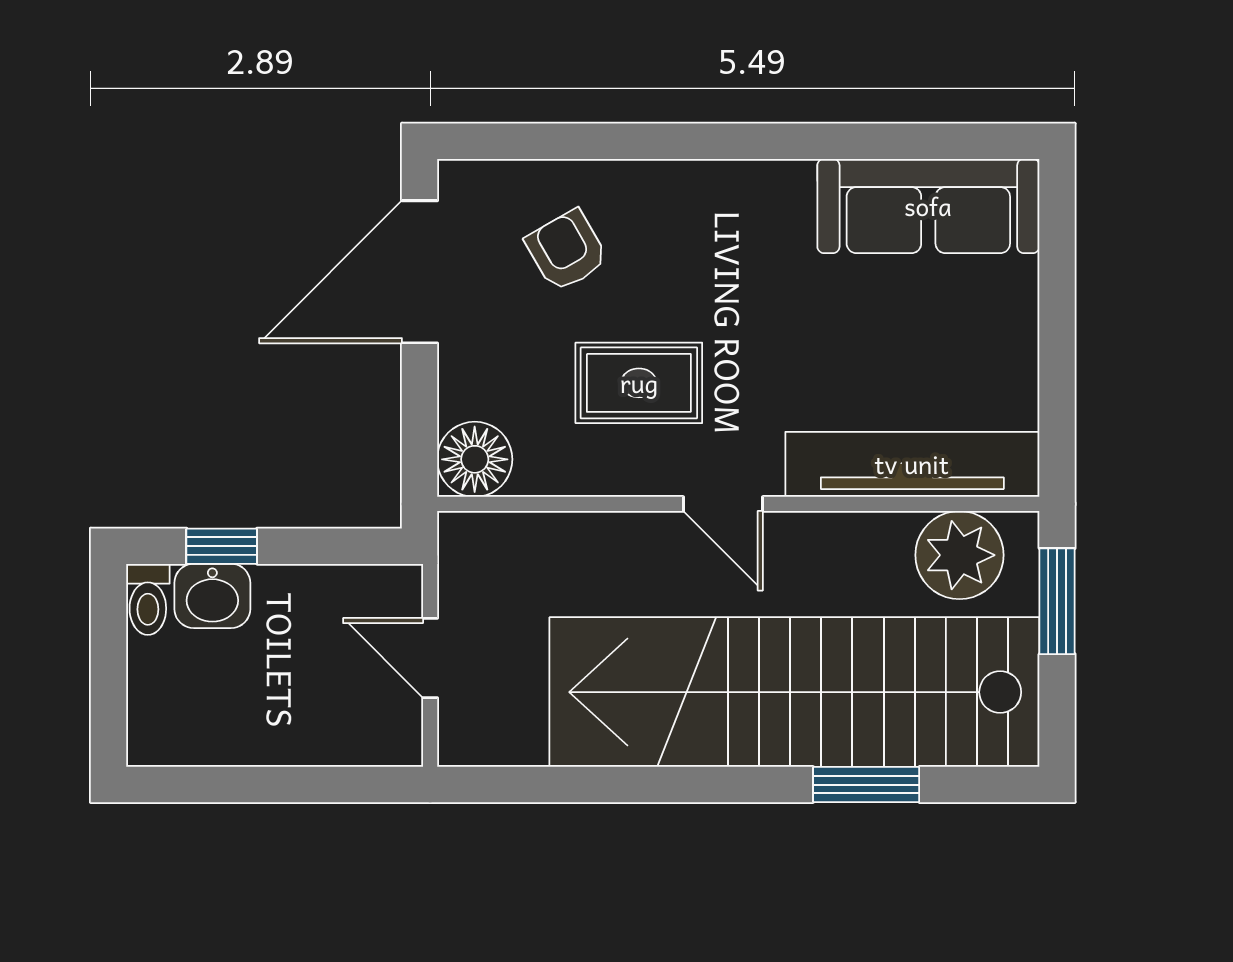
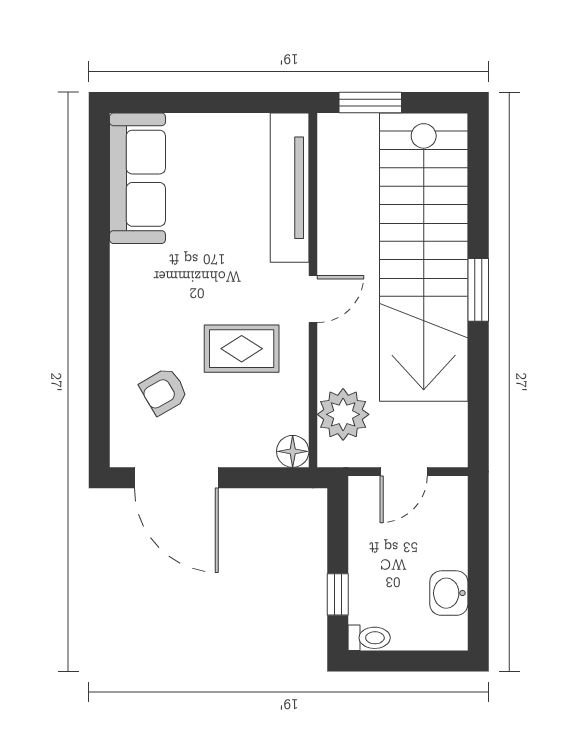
rug: (639, 383) -> (242, 349), turned 90
floor lamp: (475, 459) -> (293, 451), width x0.73, depth x0.73
plant: (959, 555) -> (343, 414), moved
washbasin: (212, 596) -> (449, 593), moved, turned 180
window: (866, 785) -> (478, 290), moved

